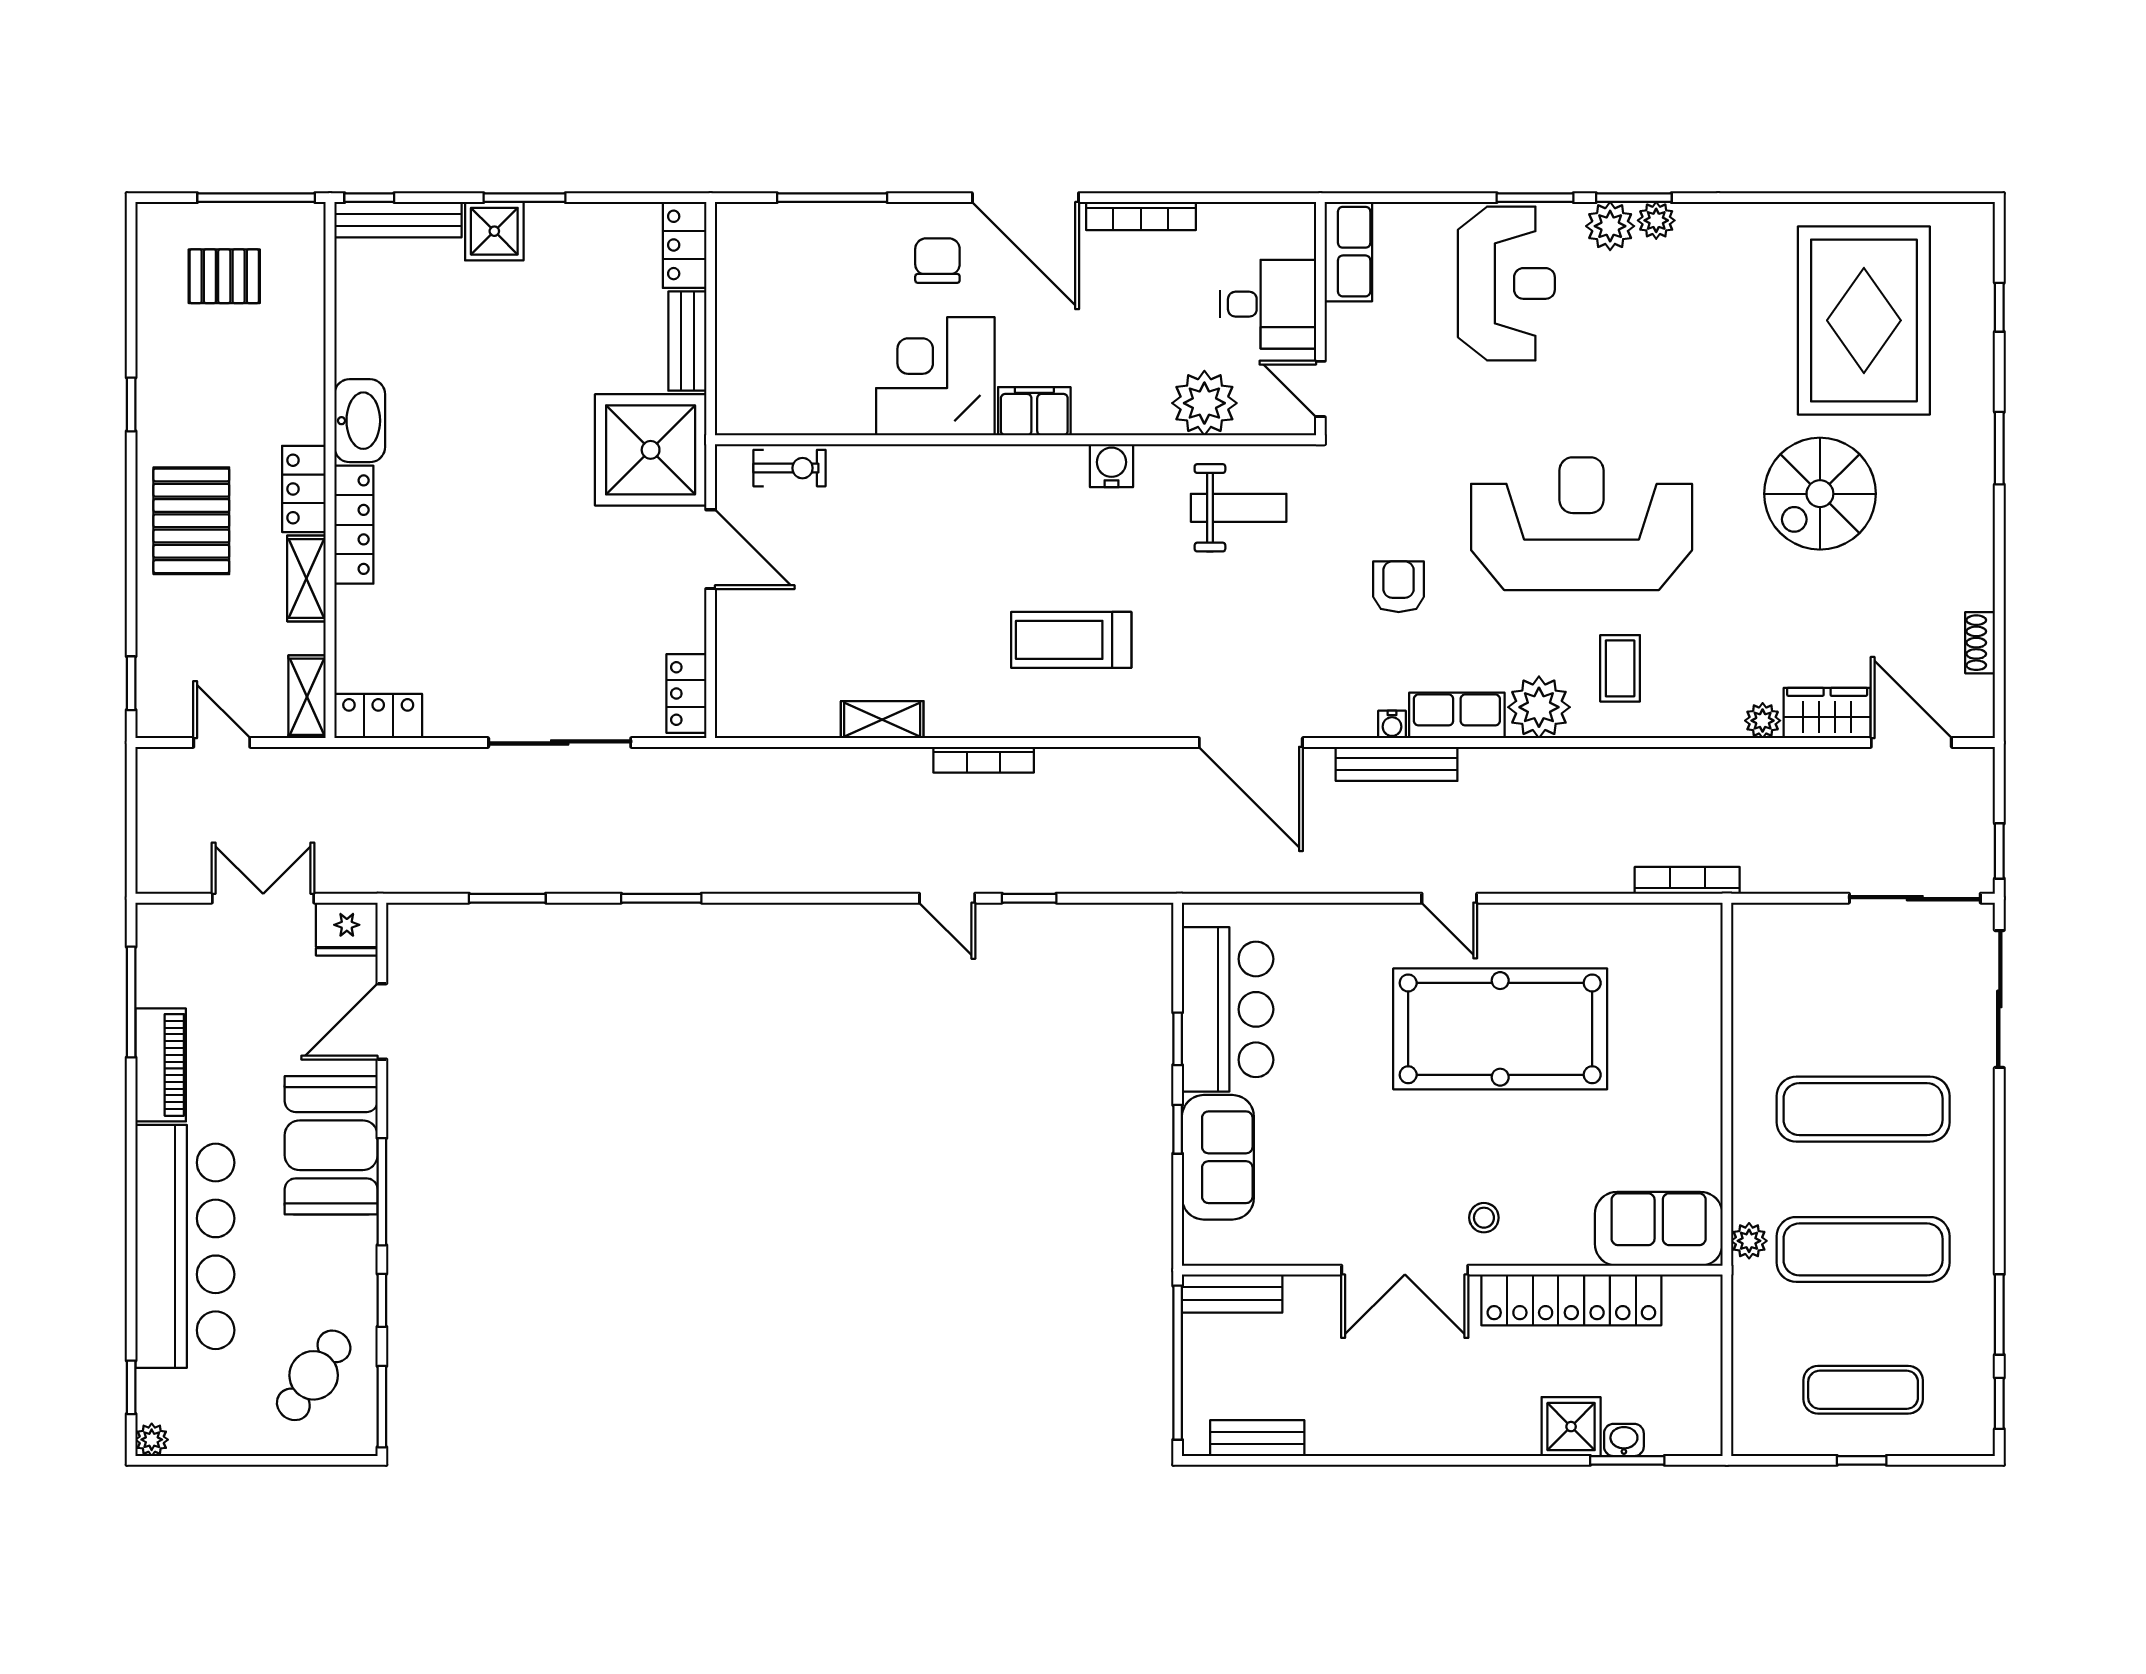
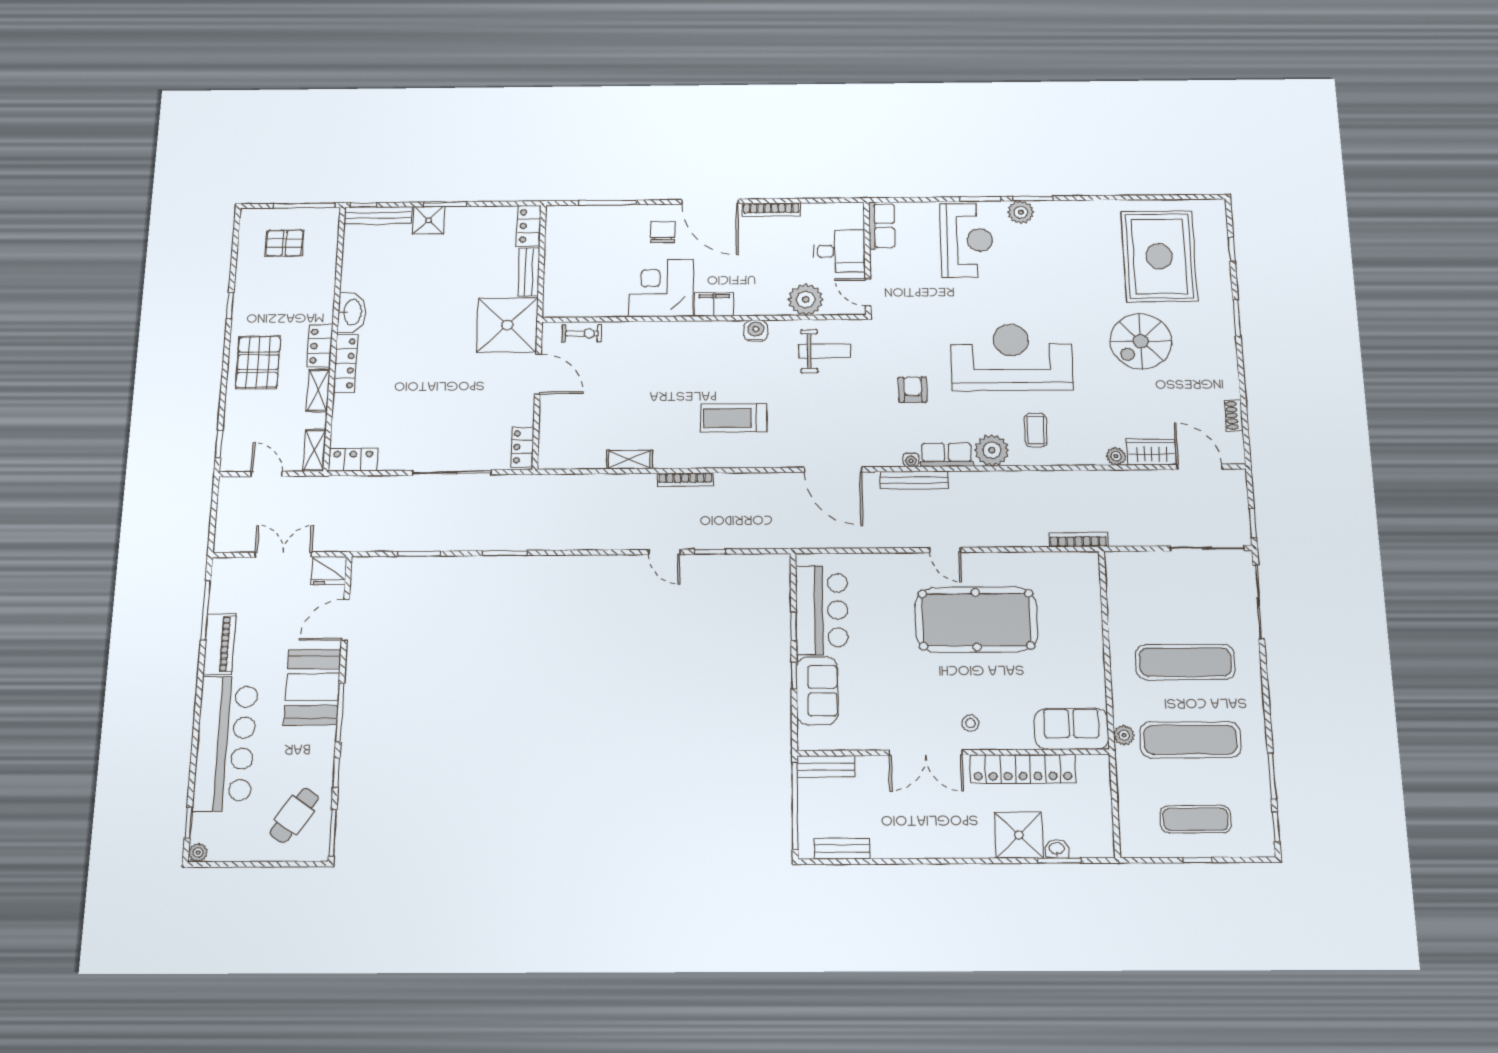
plant: (1656, 220) -> (1045, 209), removed
shower: (1571, 1427) -> (1019, 835), width x1.36, depth x1.36

